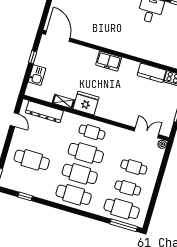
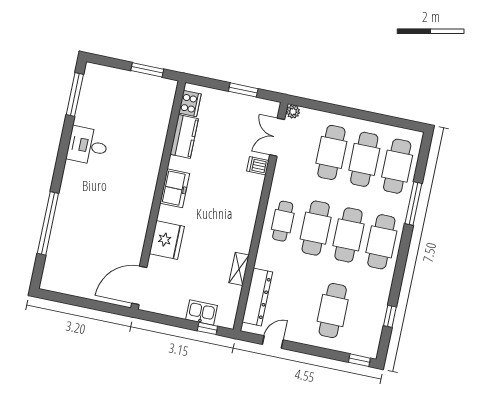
window: (33, 57) -> (207, 328), moved
freezer: (109, 61) -> (175, 188), moved
fridge: (86, 103) -> (167, 240), moved, turned 180
dishwasher: (129, 119) -> (258, 166), added
cafe table: (134, 167) -> (331, 152), width x1.37, depth x1.35
cafe table: (128, 188) -> (364, 159), width x1.37, depth x1.35
window: (124, 225) -> (413, 204), moved

